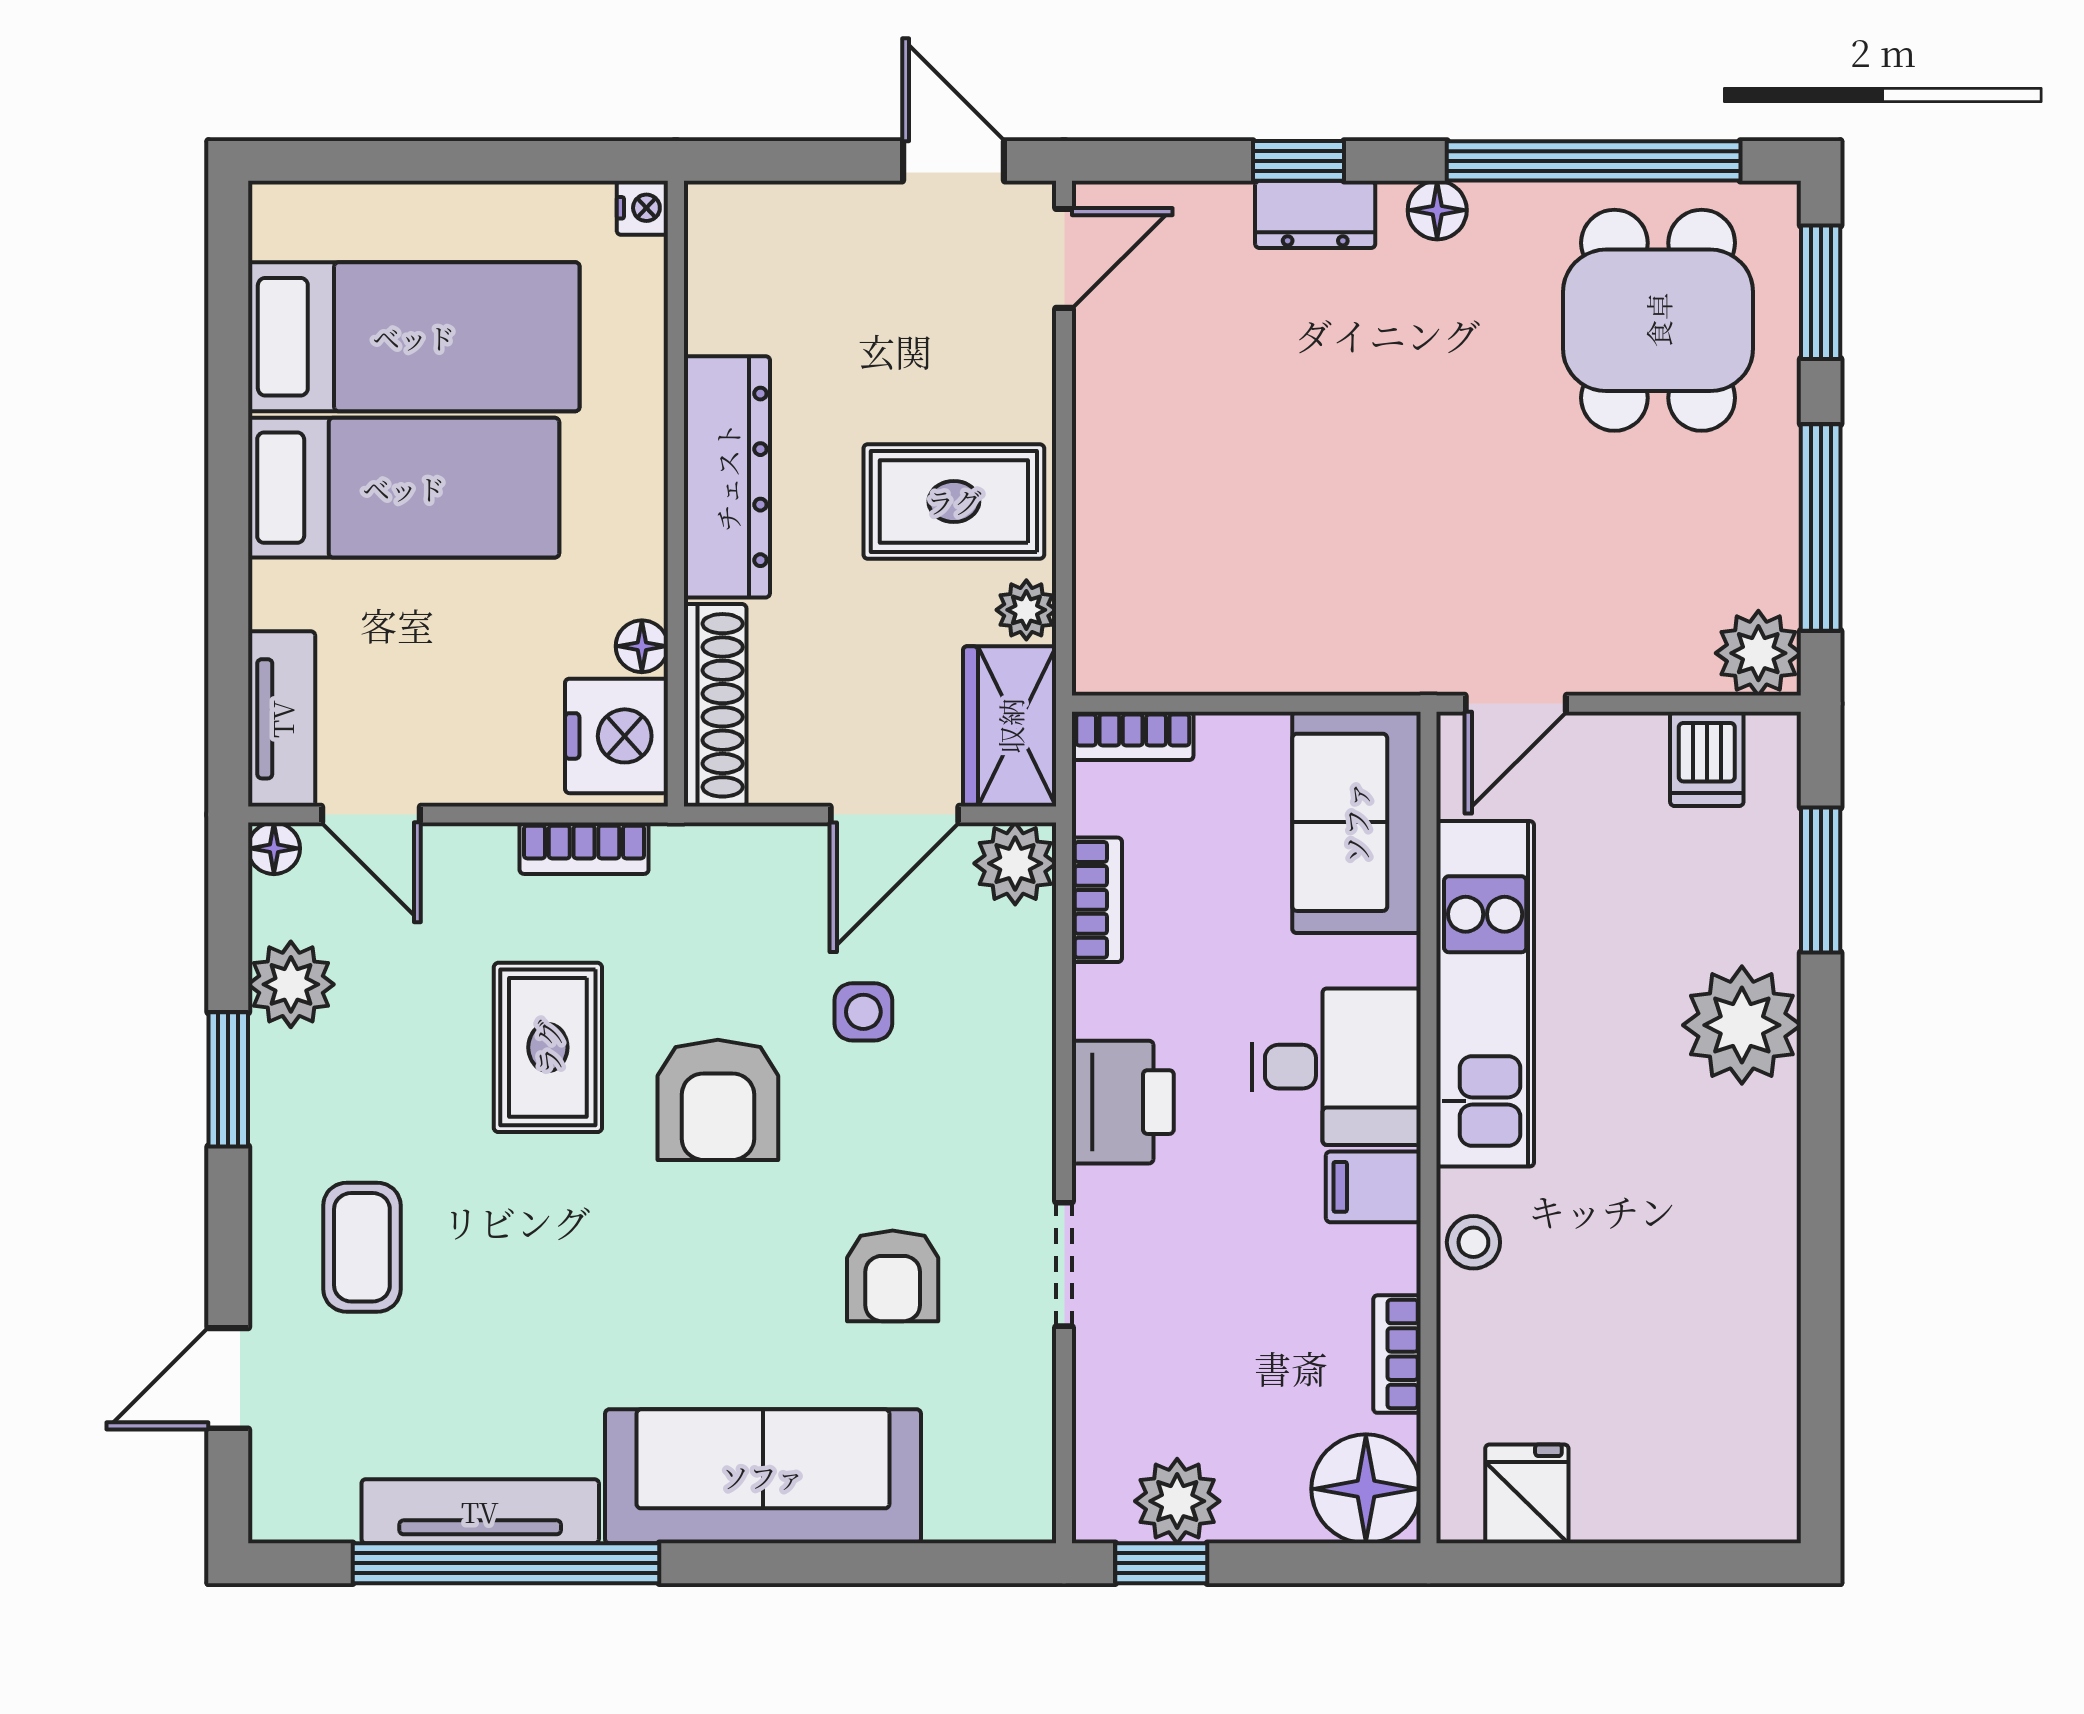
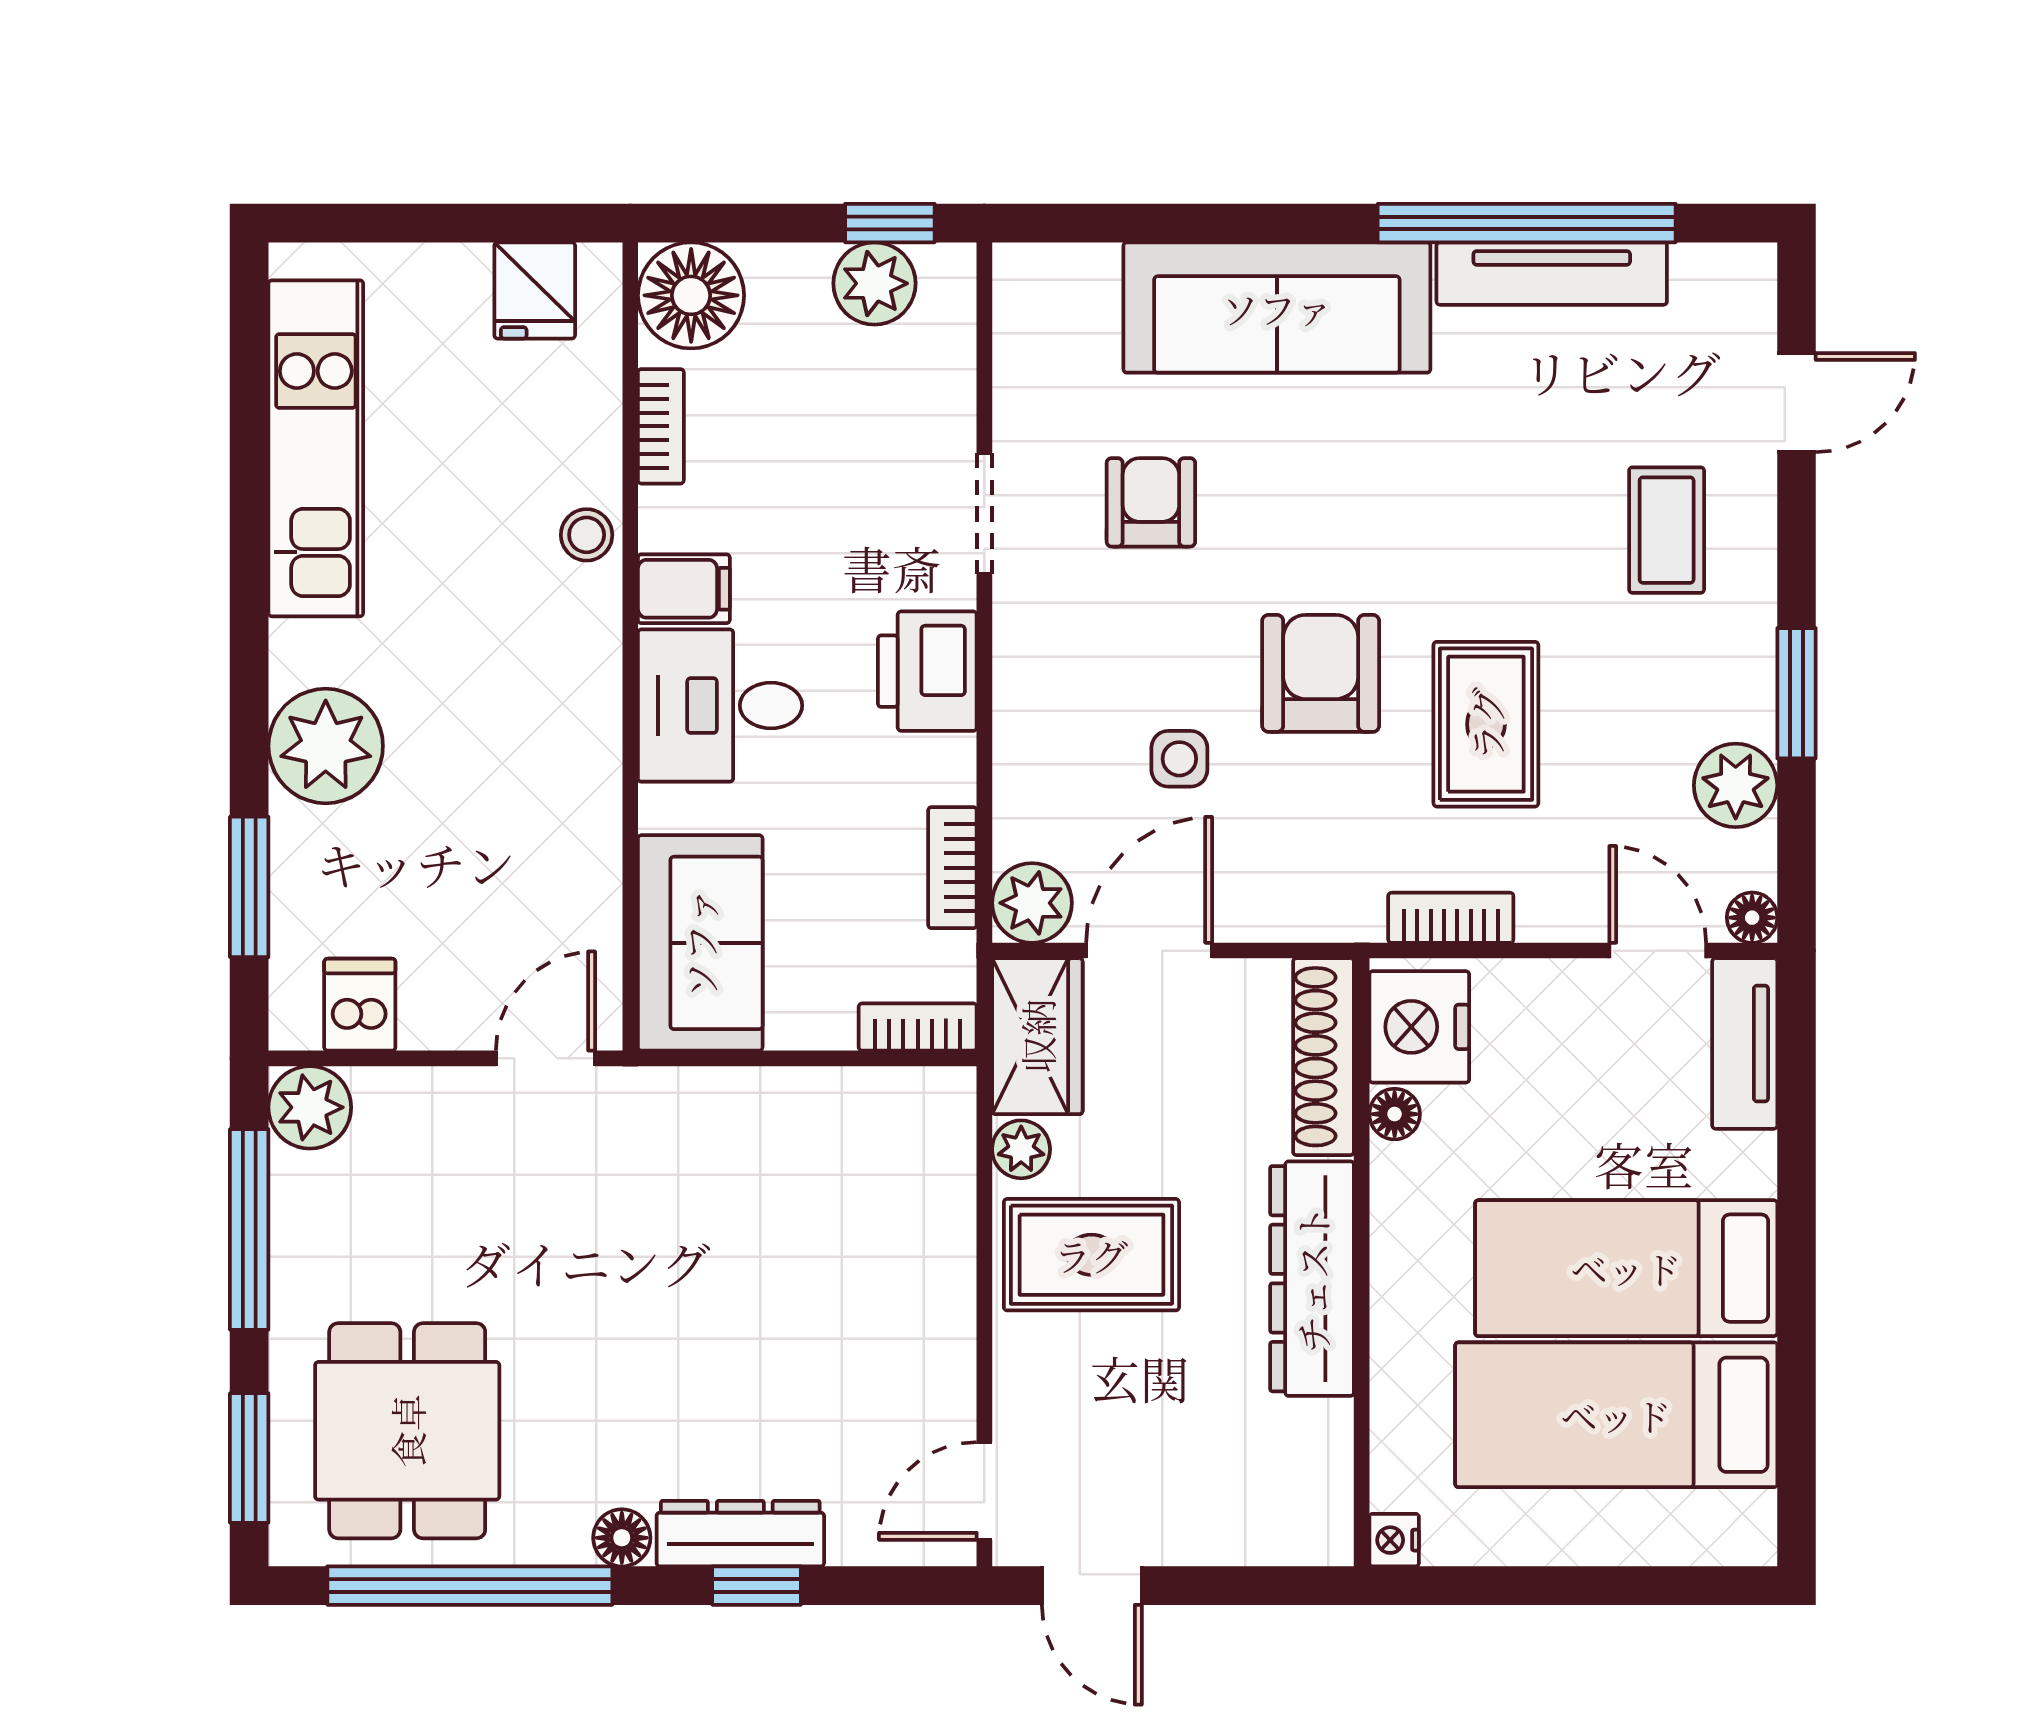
dresser: (1315, 214) -> (740, 1534), width x1.44
kitchen unit: (1485, 994) -> (316, 448), moved, turned 180

